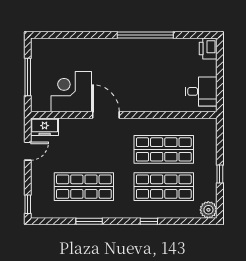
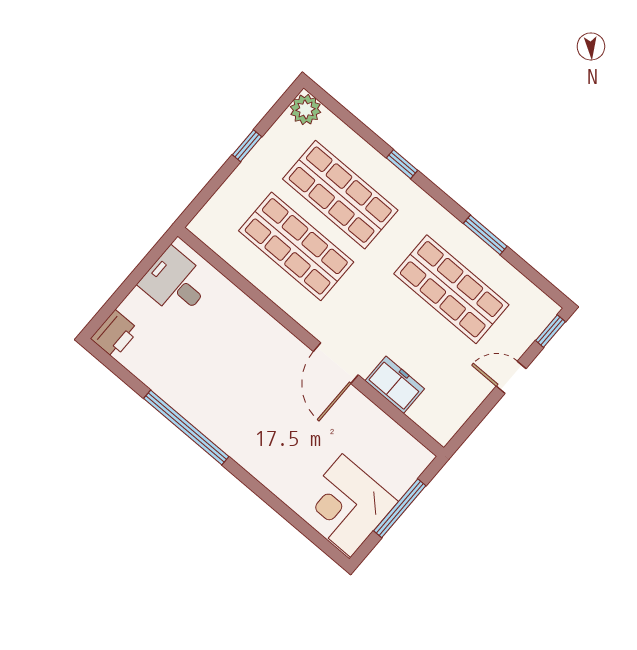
corner desk: (71, 92) -> (346, 505), moved, turned 90
freezer: (45, 127) -> (395, 385), moved
door: (28, 151) -> (511, 377), moved

